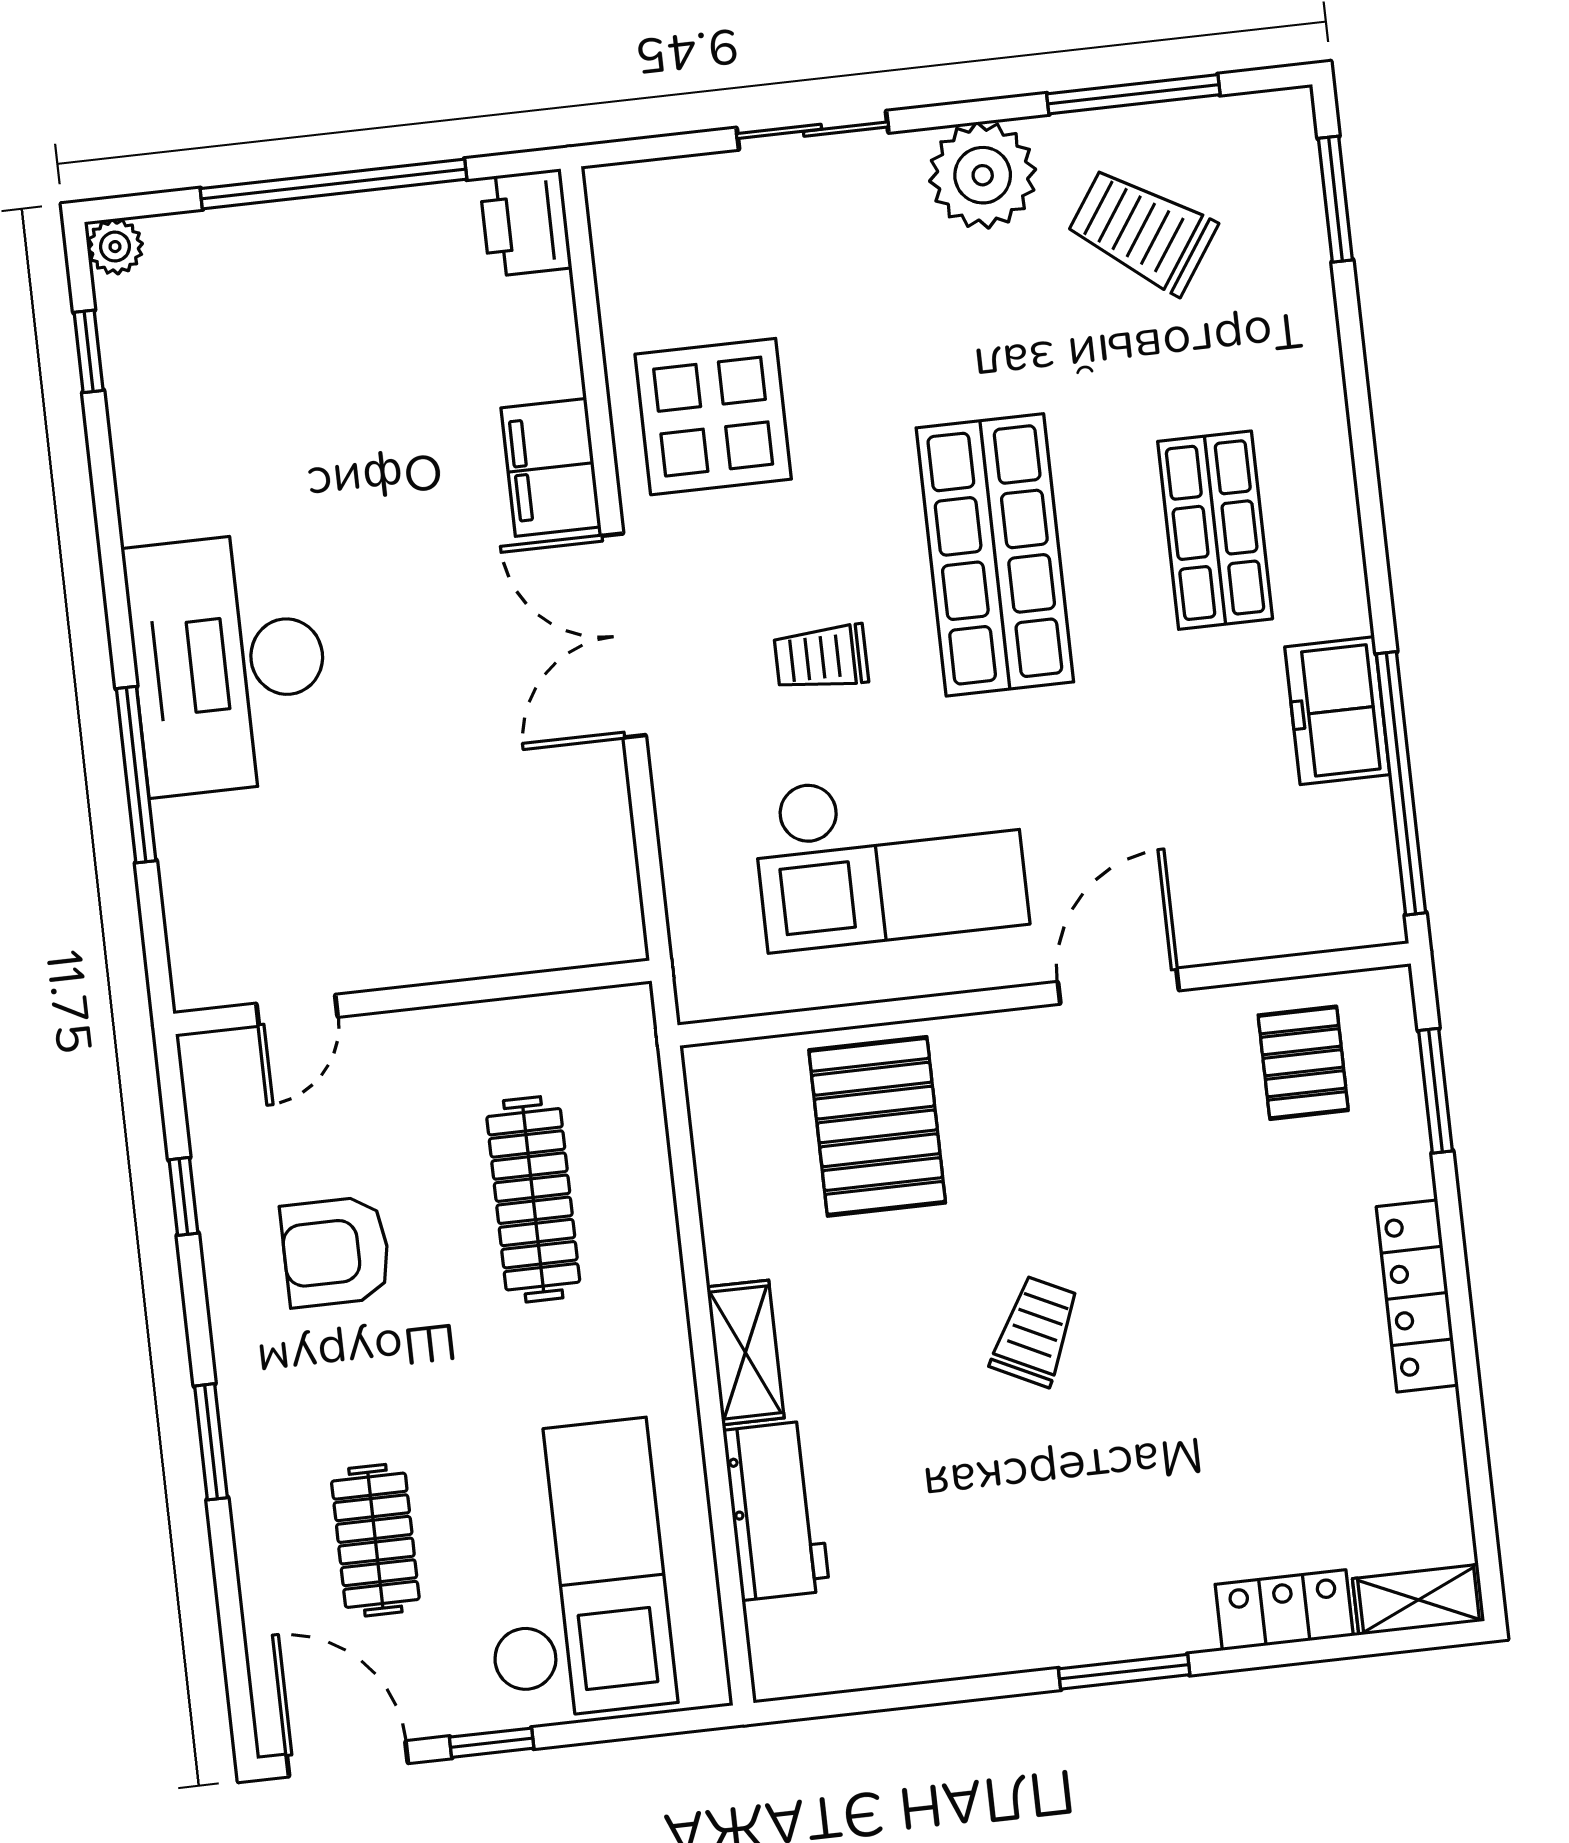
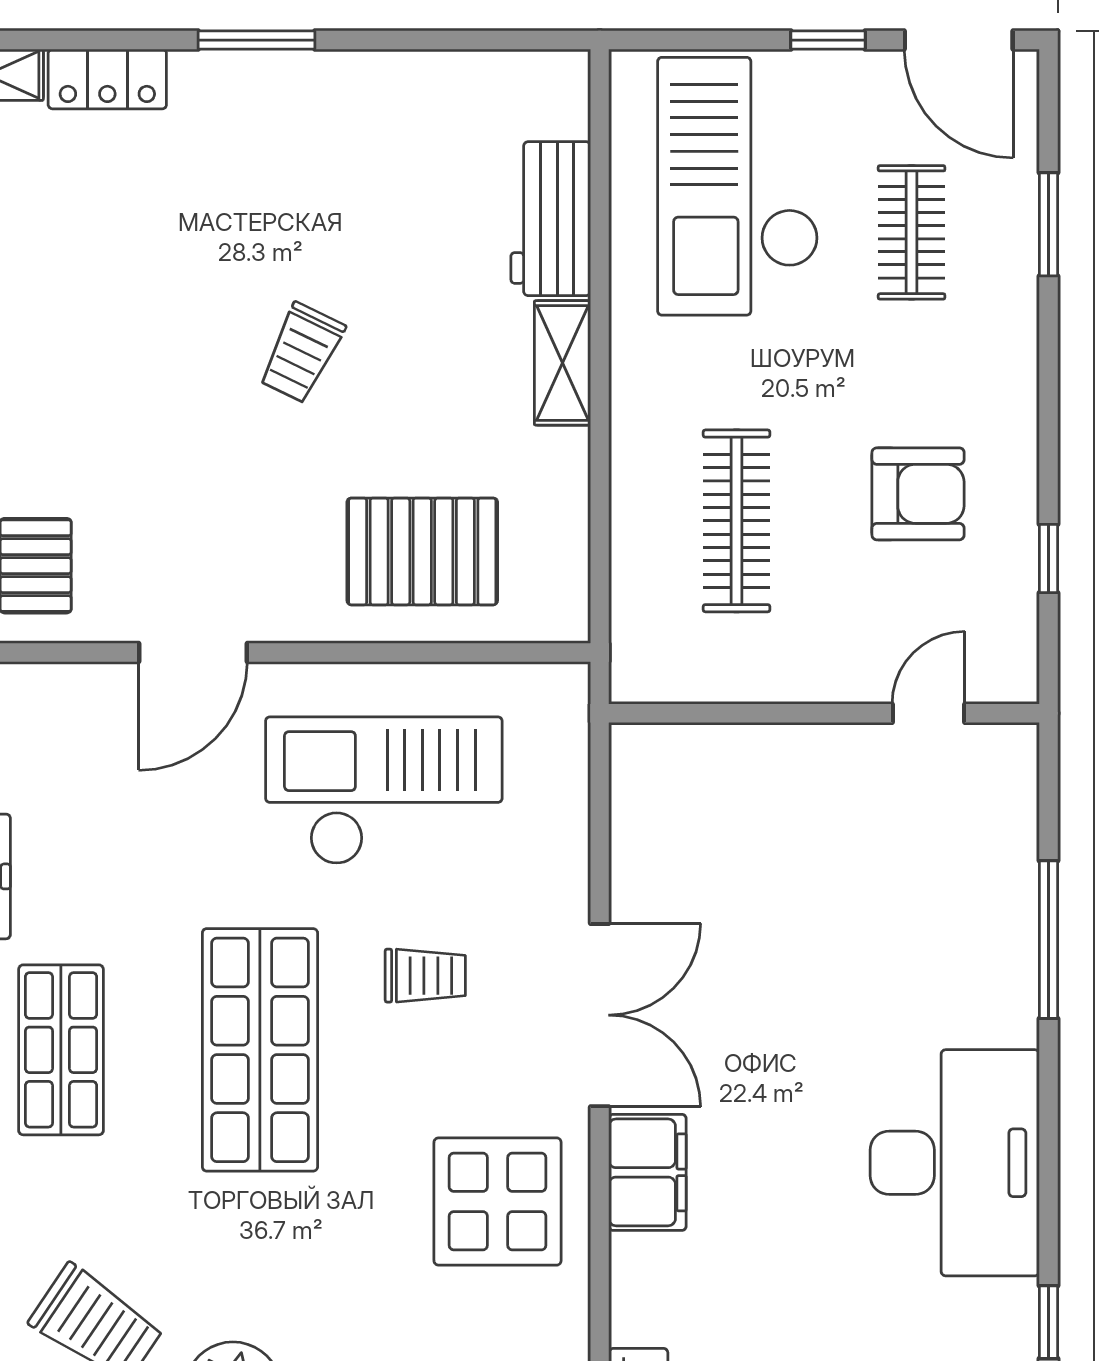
desk: (229, 663) -> (955, 1163), moved
pallet: (877, 1126) -> (422, 551), turned 90
window: (211, 1442) -> (1048, 224), moved

